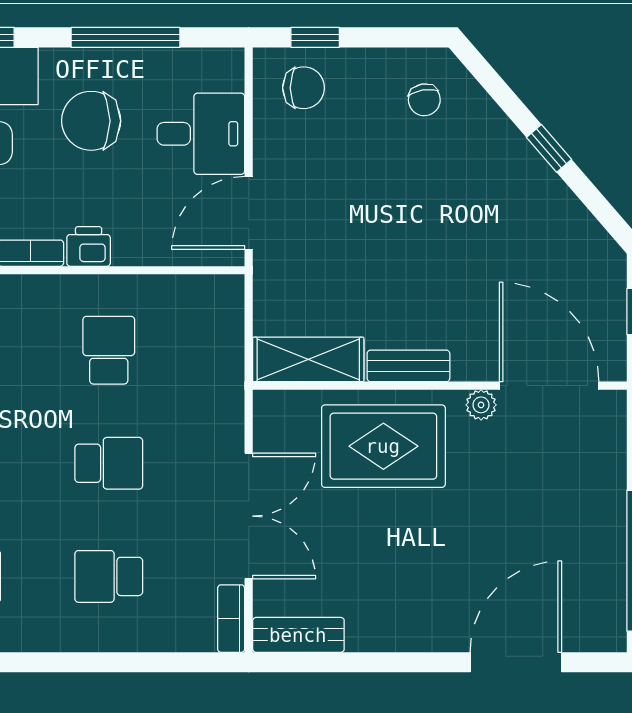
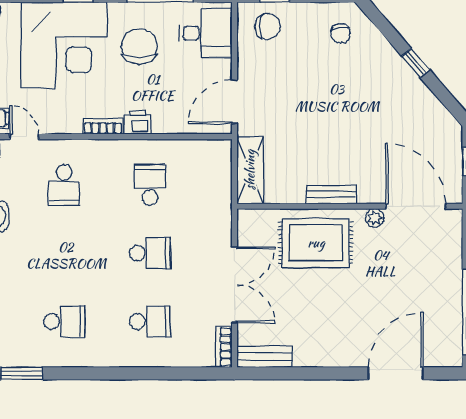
chair: (91, 121) -> (139, 46), turned 90
desk: (201, 134) -> (206, 33), moved
shelving: (308, 359) -> (250, 170), moved, turned 90
school desk: (109, 576) -> (150, 321), turned 180

